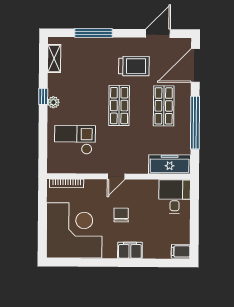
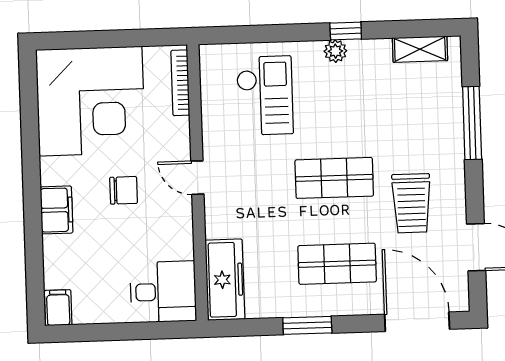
window: (195, 123) -> (307, 325), width x0.47

